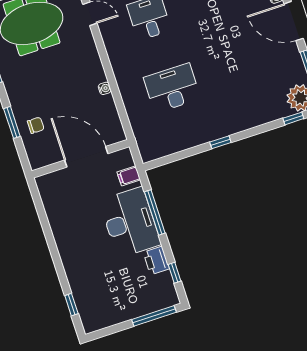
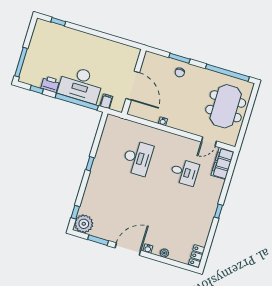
chair: (36, 125) -> (180, 72), moved
door: (86, 157) -> (133, 86), hinge flipped
window: (155, 212) -> (77, 102), width x1.46

